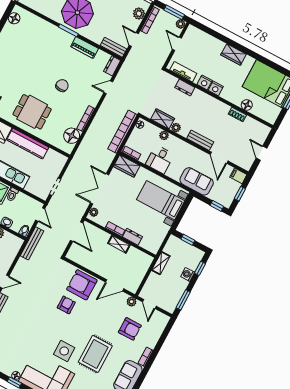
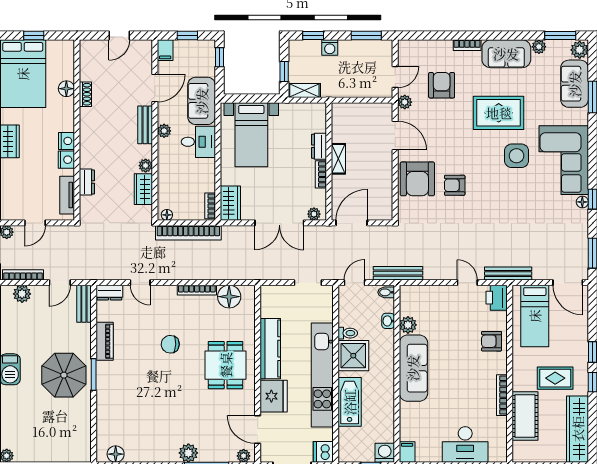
plant: (164, 135) -> (164, 131), moved
desk: (160, 159) -> (198, 142), moved
shelving: (161, 263) -> (304, 91), moved

